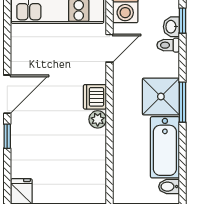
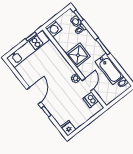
door: (109, 48) -> (88, 85), moved
dishwasher: (95, 97) -> (91, 100), moved
shower: (161, 97) -> (78, 55), moved

